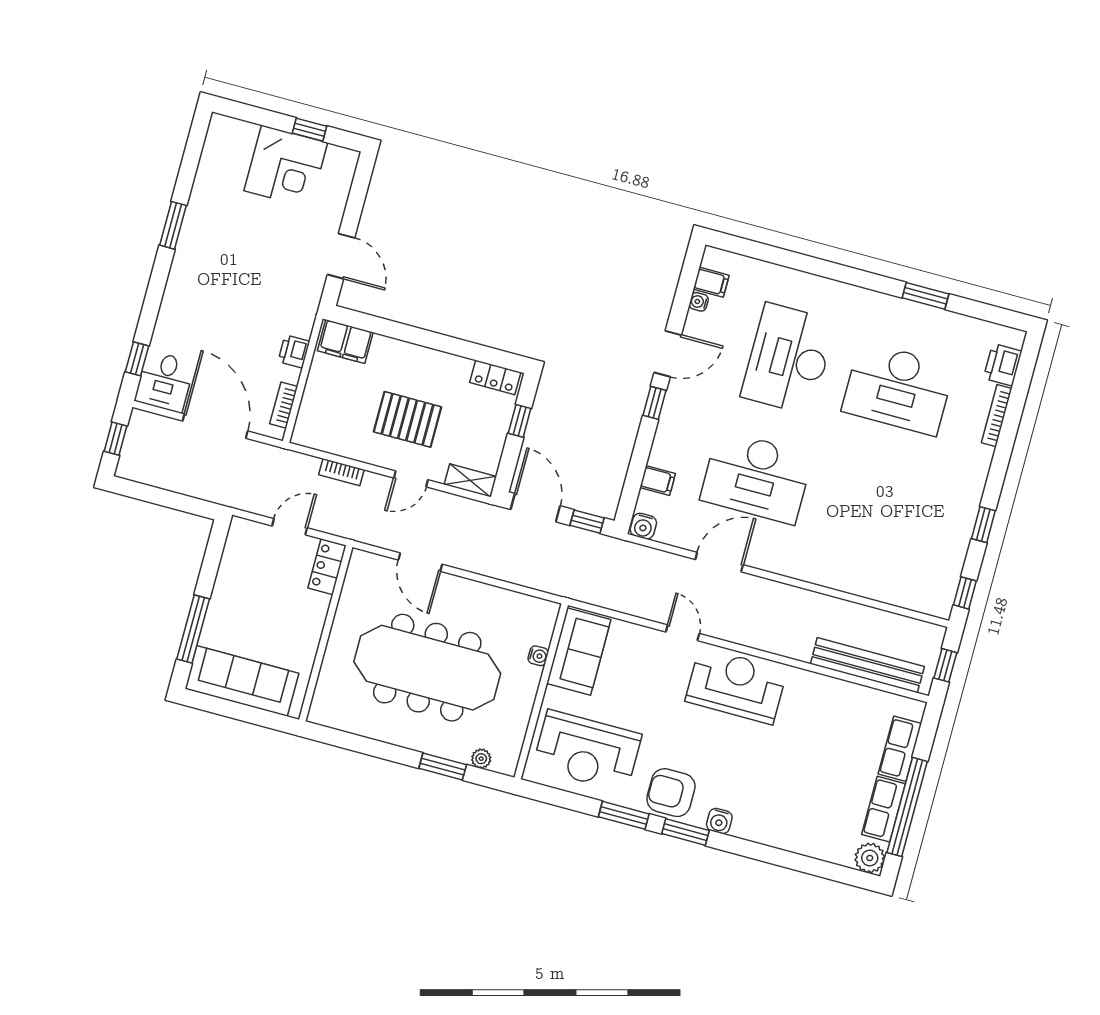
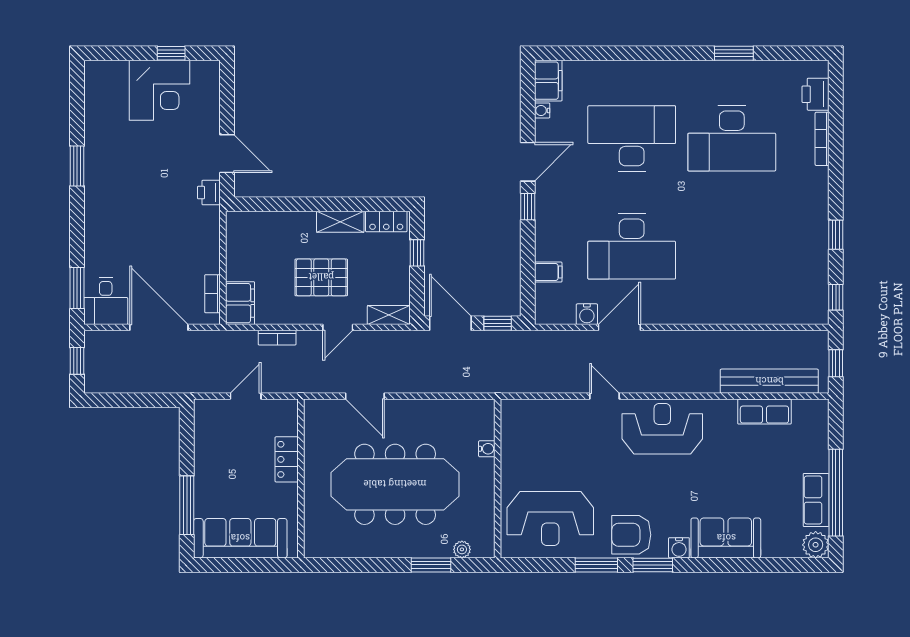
filing cabinet: (711, 282) -> (548, 81), width x2.00
filing cabinet: (345, 342) -> (240, 303), moved, turned -90
printer: (294, 352) -> (209, 193), moved
window: (137, 359) -> (77, 288), width x1.50
desk: (788, 359) -> (632, 138), turned 90
shelving: (445, 364) -> (340, 222), added
water cooler: (643, 526) -> (587, 314), moved
locker: (327, 567) -> (287, 459), moved
sofa: (579, 651) -> (726, 538), moved, turned -90
row of seats: (900, 749) -> (764, 412), moved, turned -90

